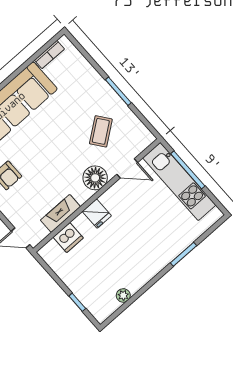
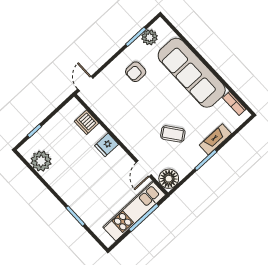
coffee table: (101, 131) -> (173, 134), moved
floor lamp: (95, 178) -> (169, 179), moved
fireplace: (60, 213) -> (215, 139), moved, turned -90
plant: (123, 295) -> (41, 161), width x1.88, depth x1.88

